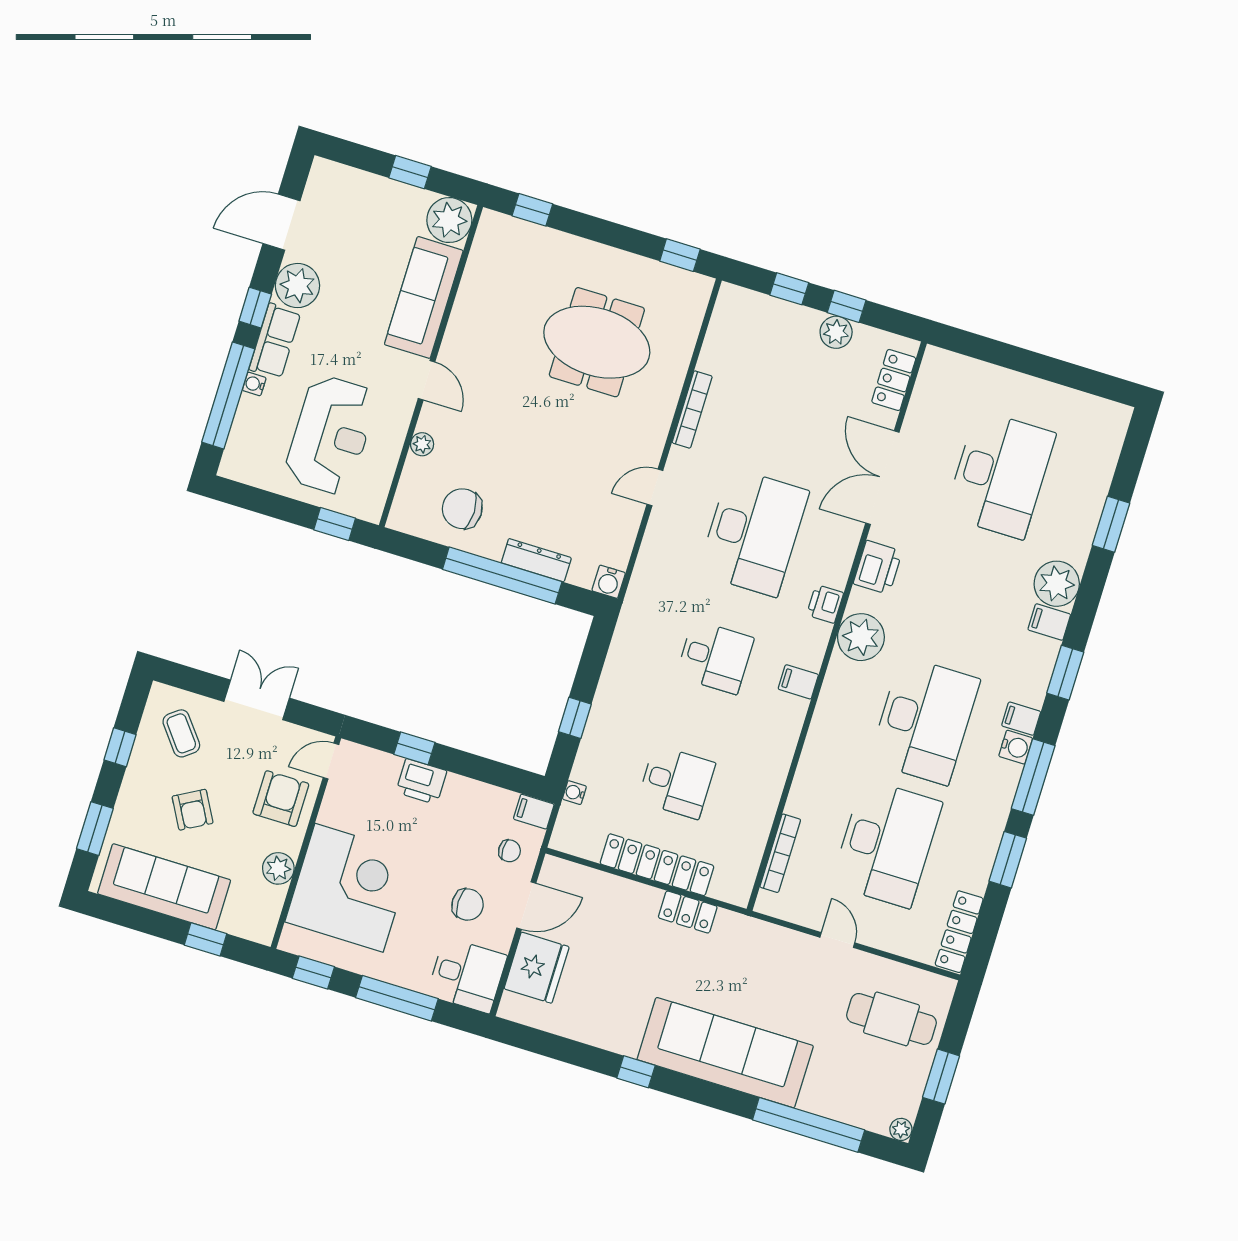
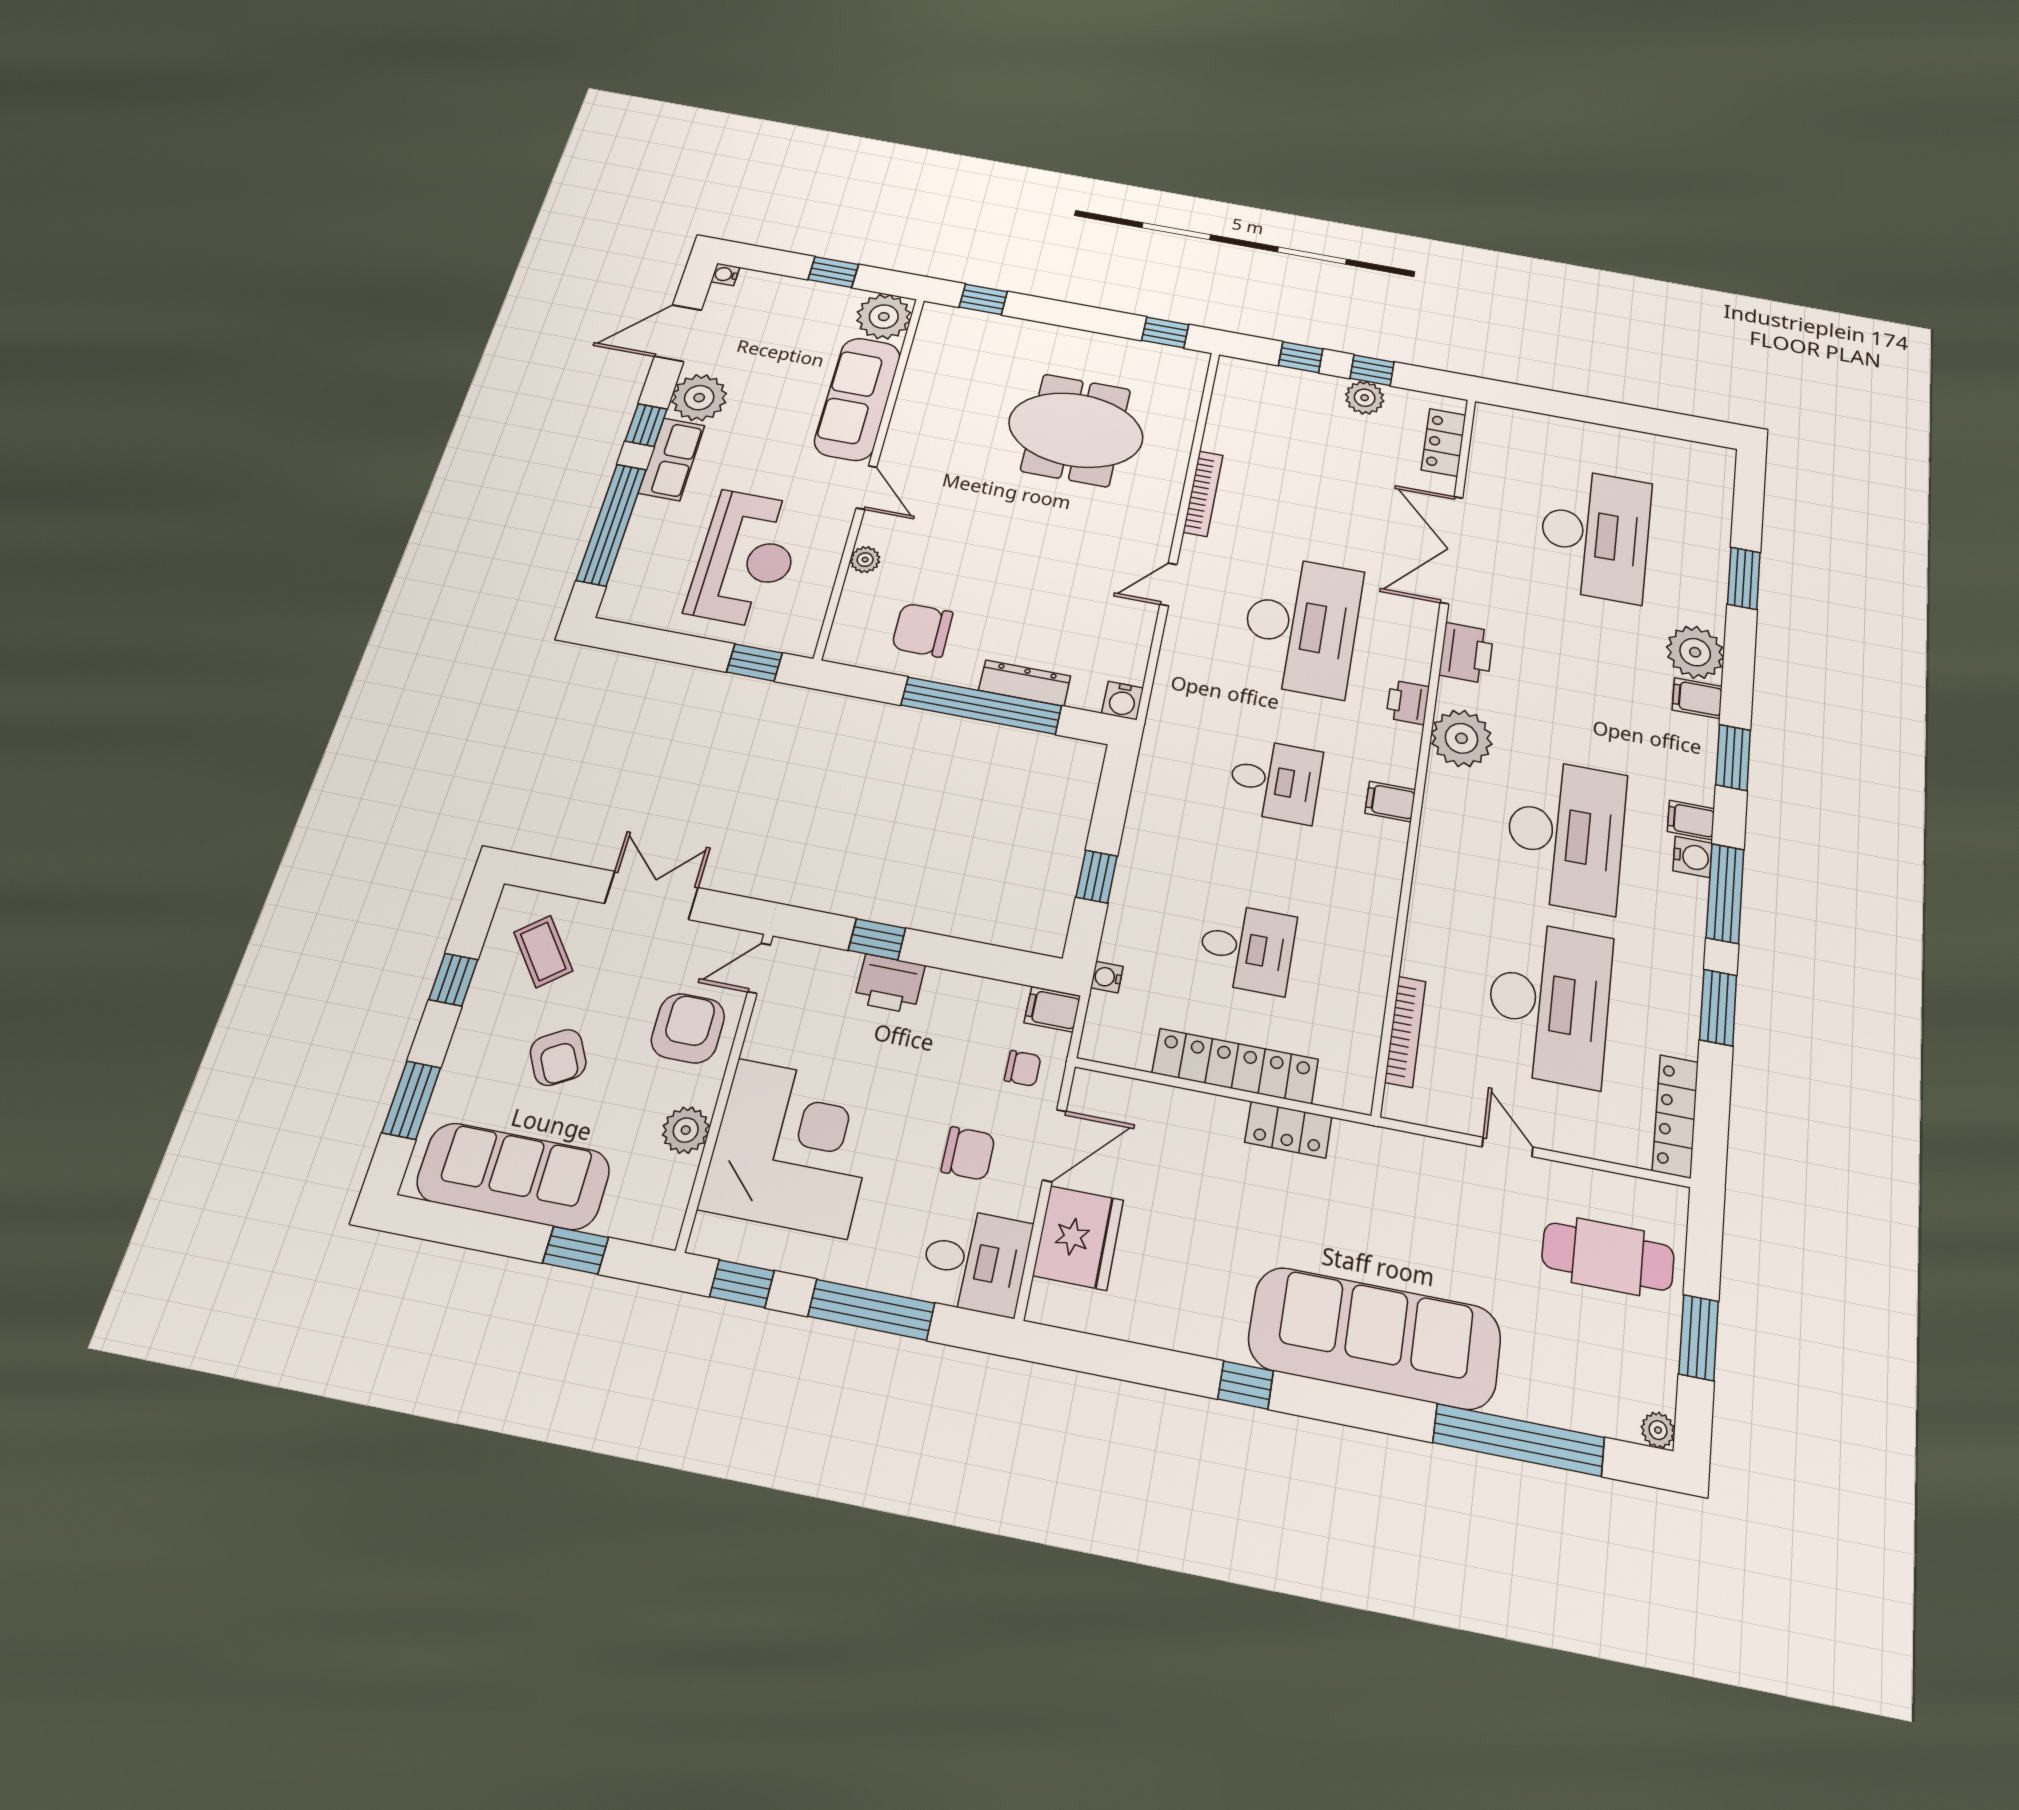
water cooler: (254, 384) -> (725, 274), moved

